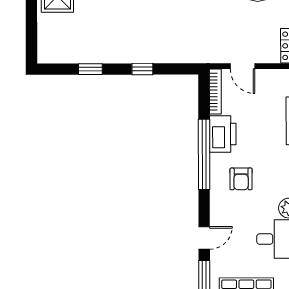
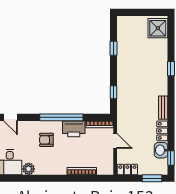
door: (242, 66) -> (115, 141), swing flipped
window: (142, 69) -> (113, 92), moved

